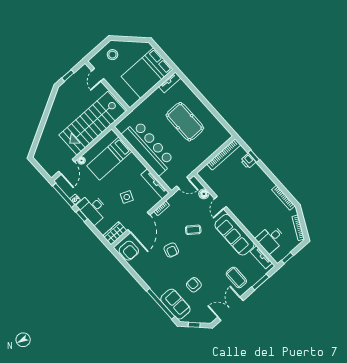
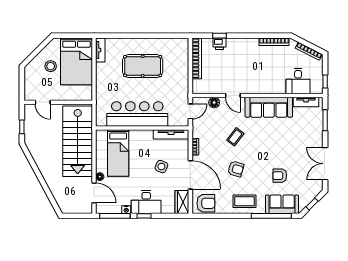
stool: (112, 55) -> (51, 66), moved
coffee table: (236, 277) -> (245, 201), moved

